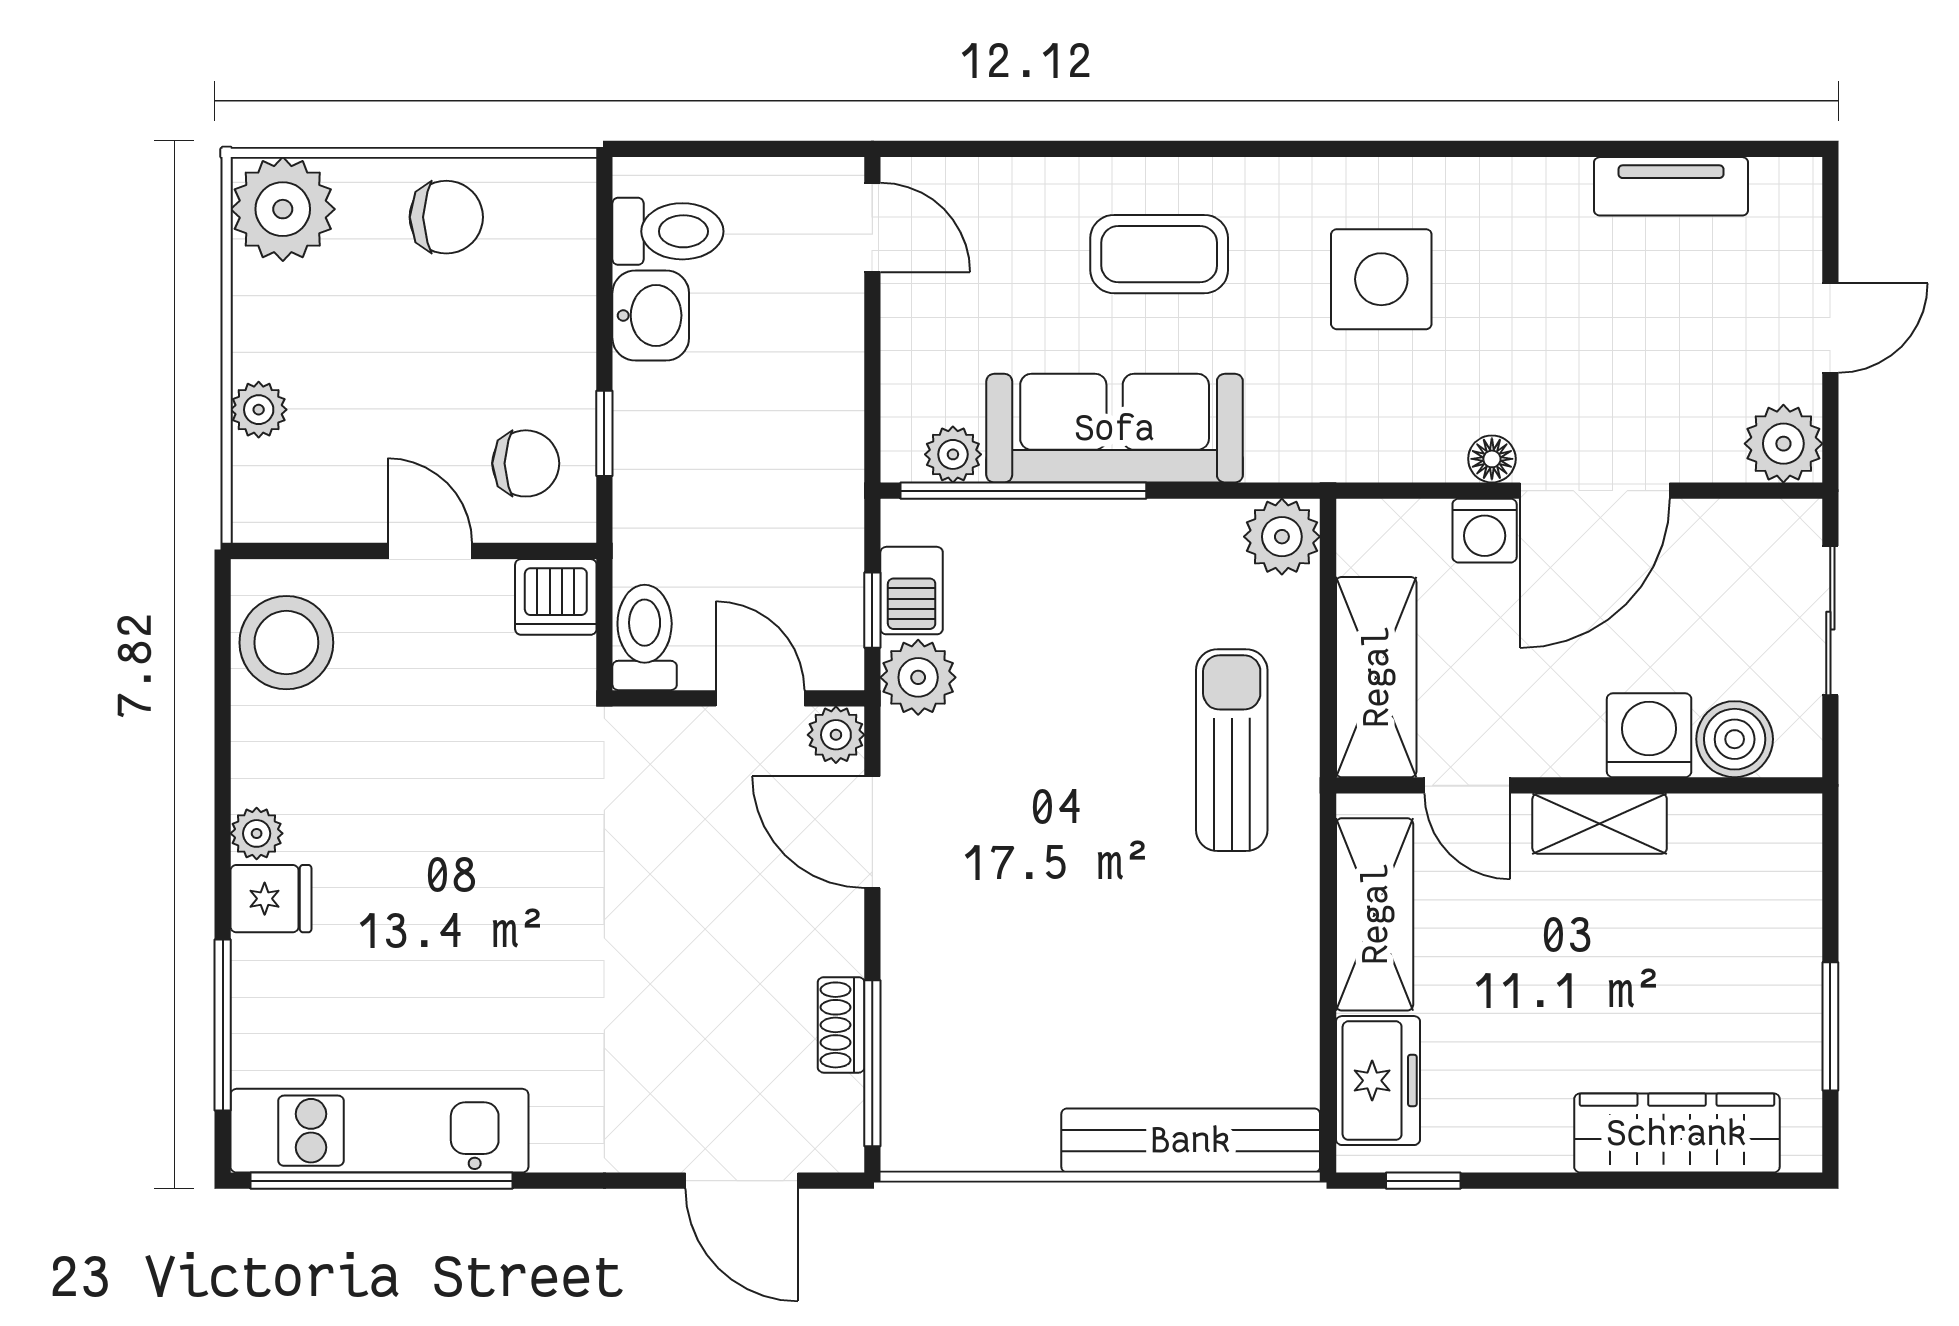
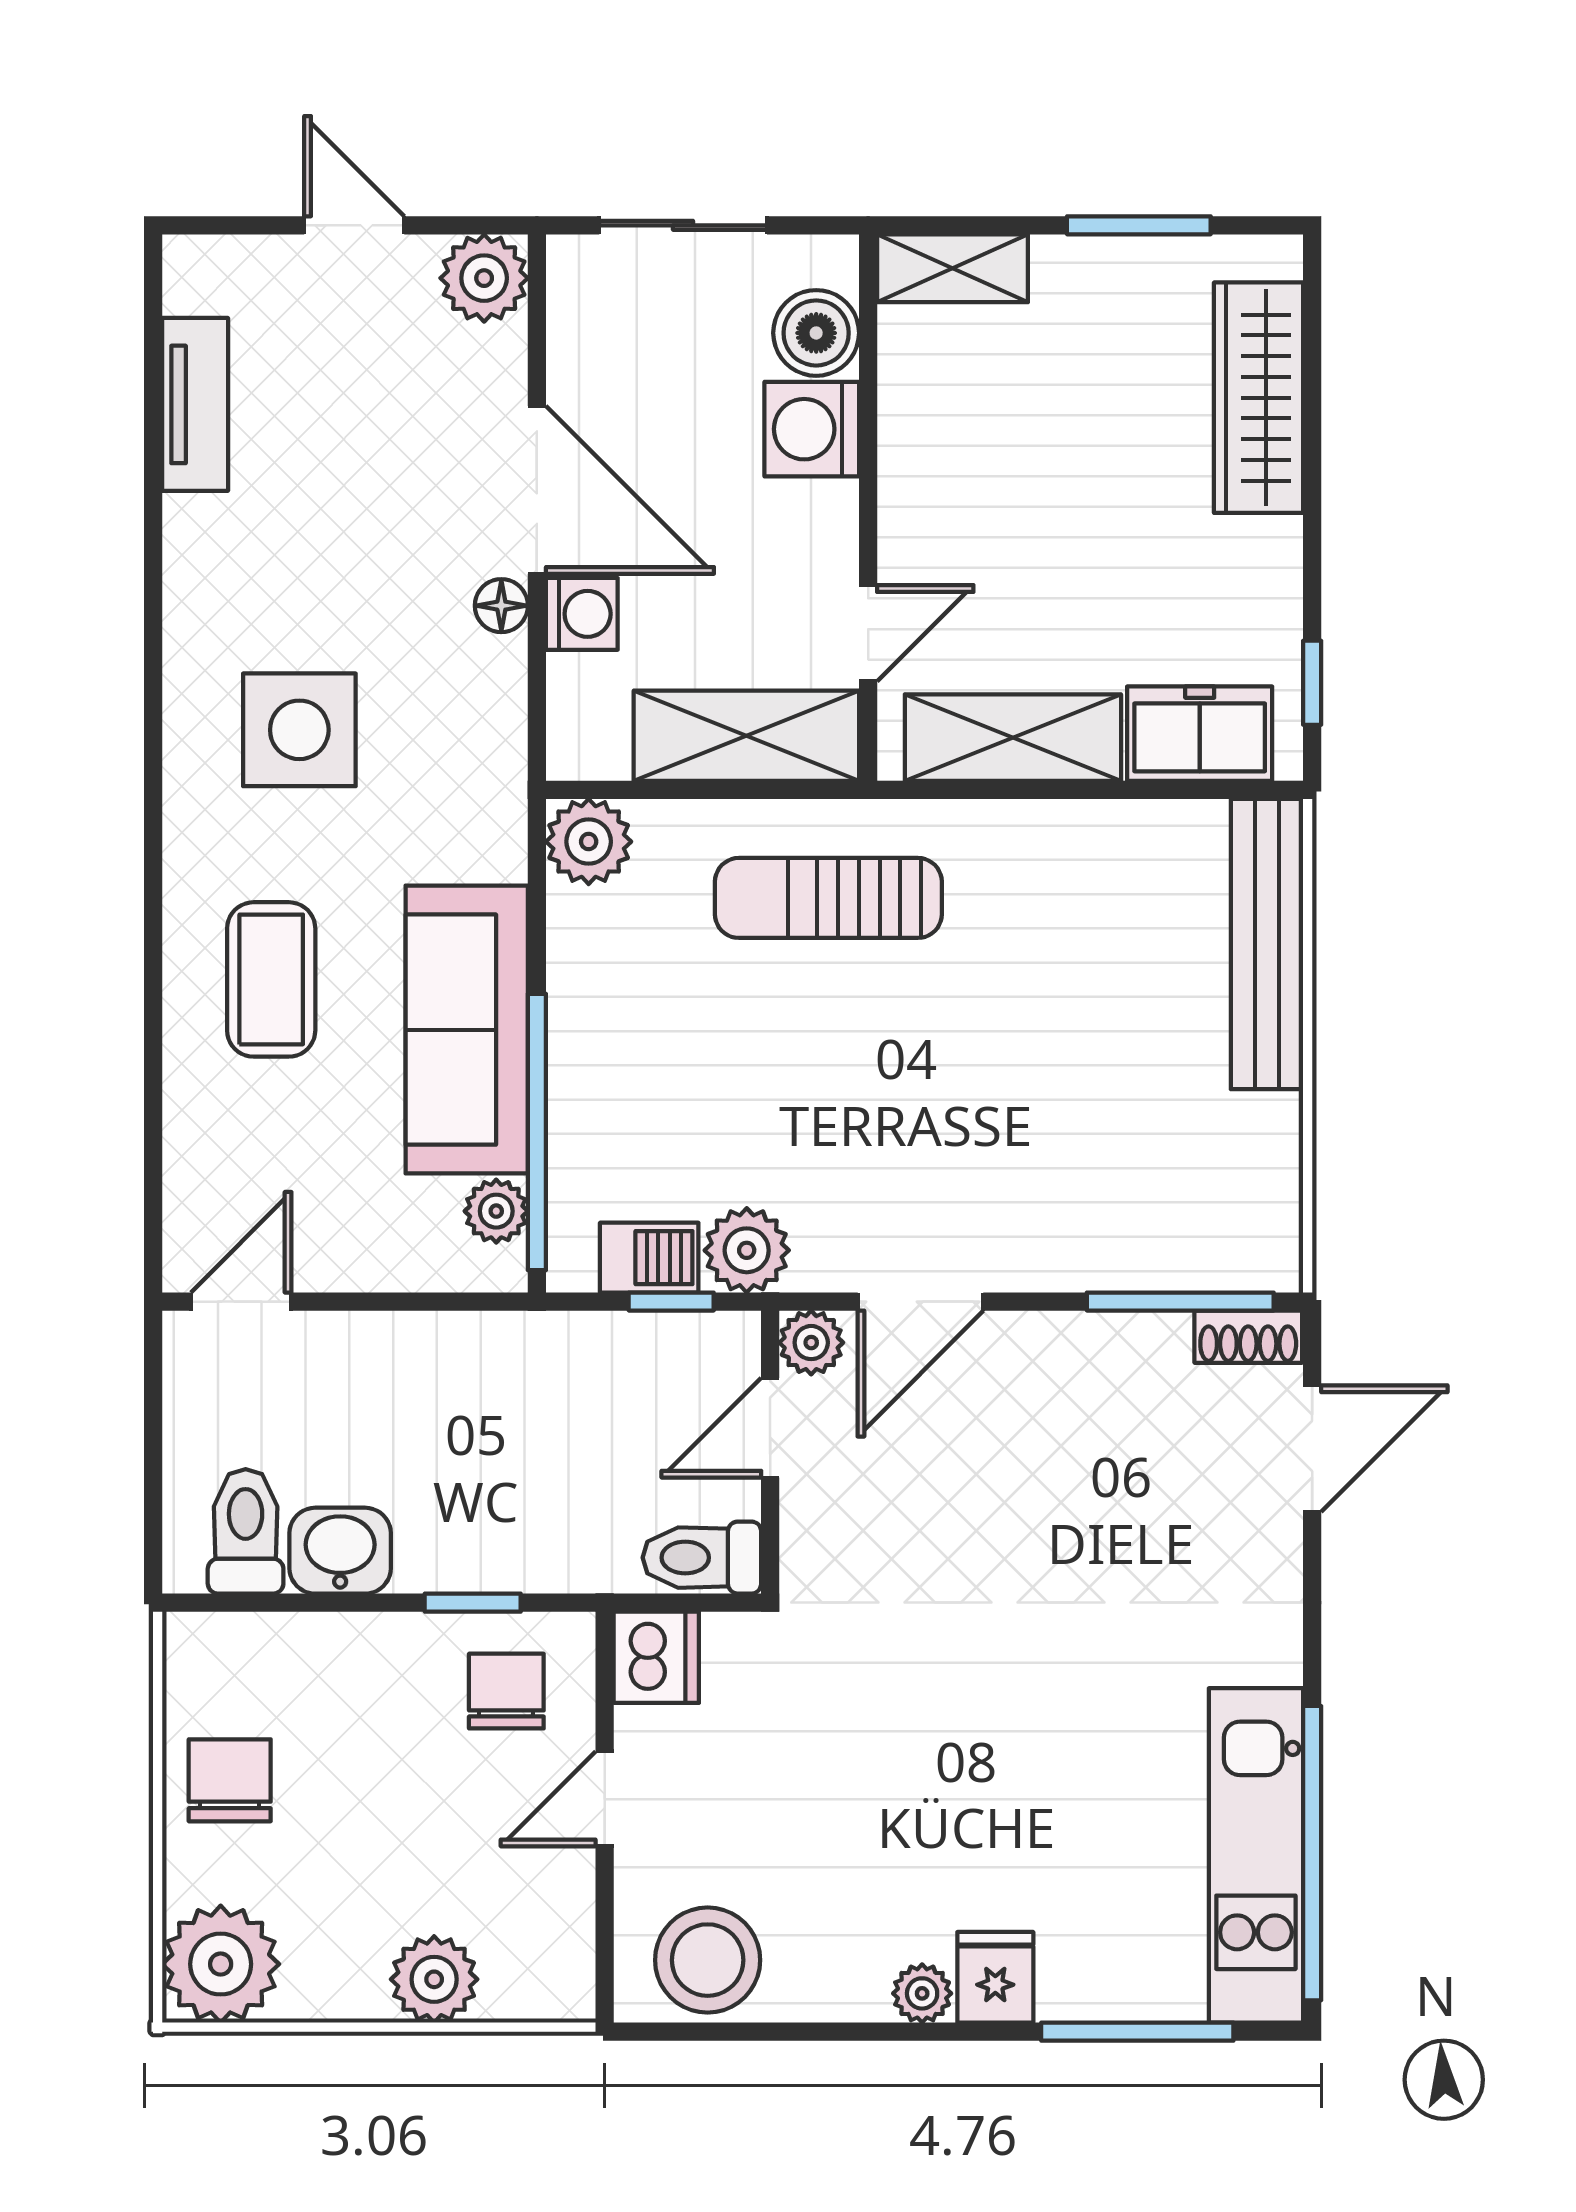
plant: (259, 410) -> (434, 1979), width x1.38, depth x1.38
shelving: (1600, 824) -> (952, 268), moved, turned 90
shoe rack: (841, 1025) -> (1248, 1337), moved

